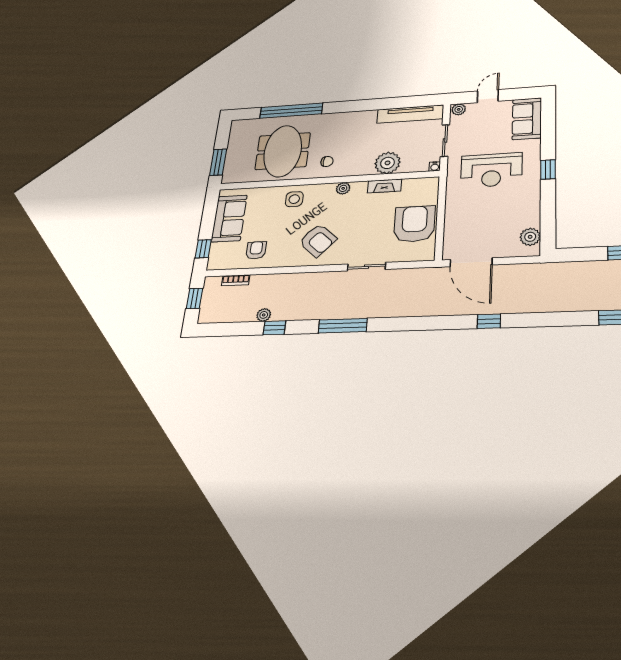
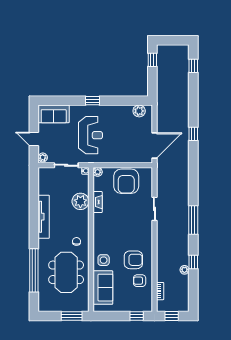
tv unit: (410, 114) -> (44, 217), moved
meeting table: (283, 151) -> (66, 272), turned 90
plant: (343, 188) -> (98, 172), moved
sofa: (229, 218) -> (103, 288), moved, turned 90
armchair: (414, 224) -> (126, 181), turned -90
armchair: (318, 240) -> (133, 260), moved, turned 47

